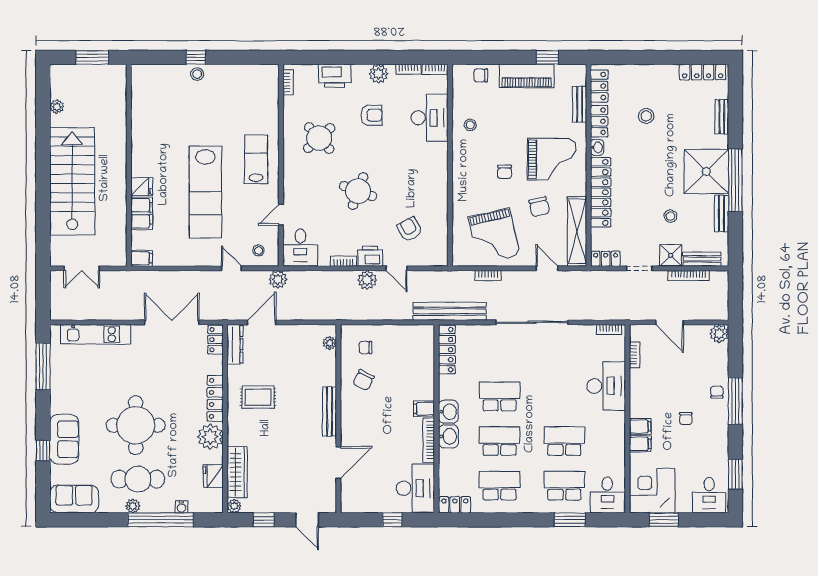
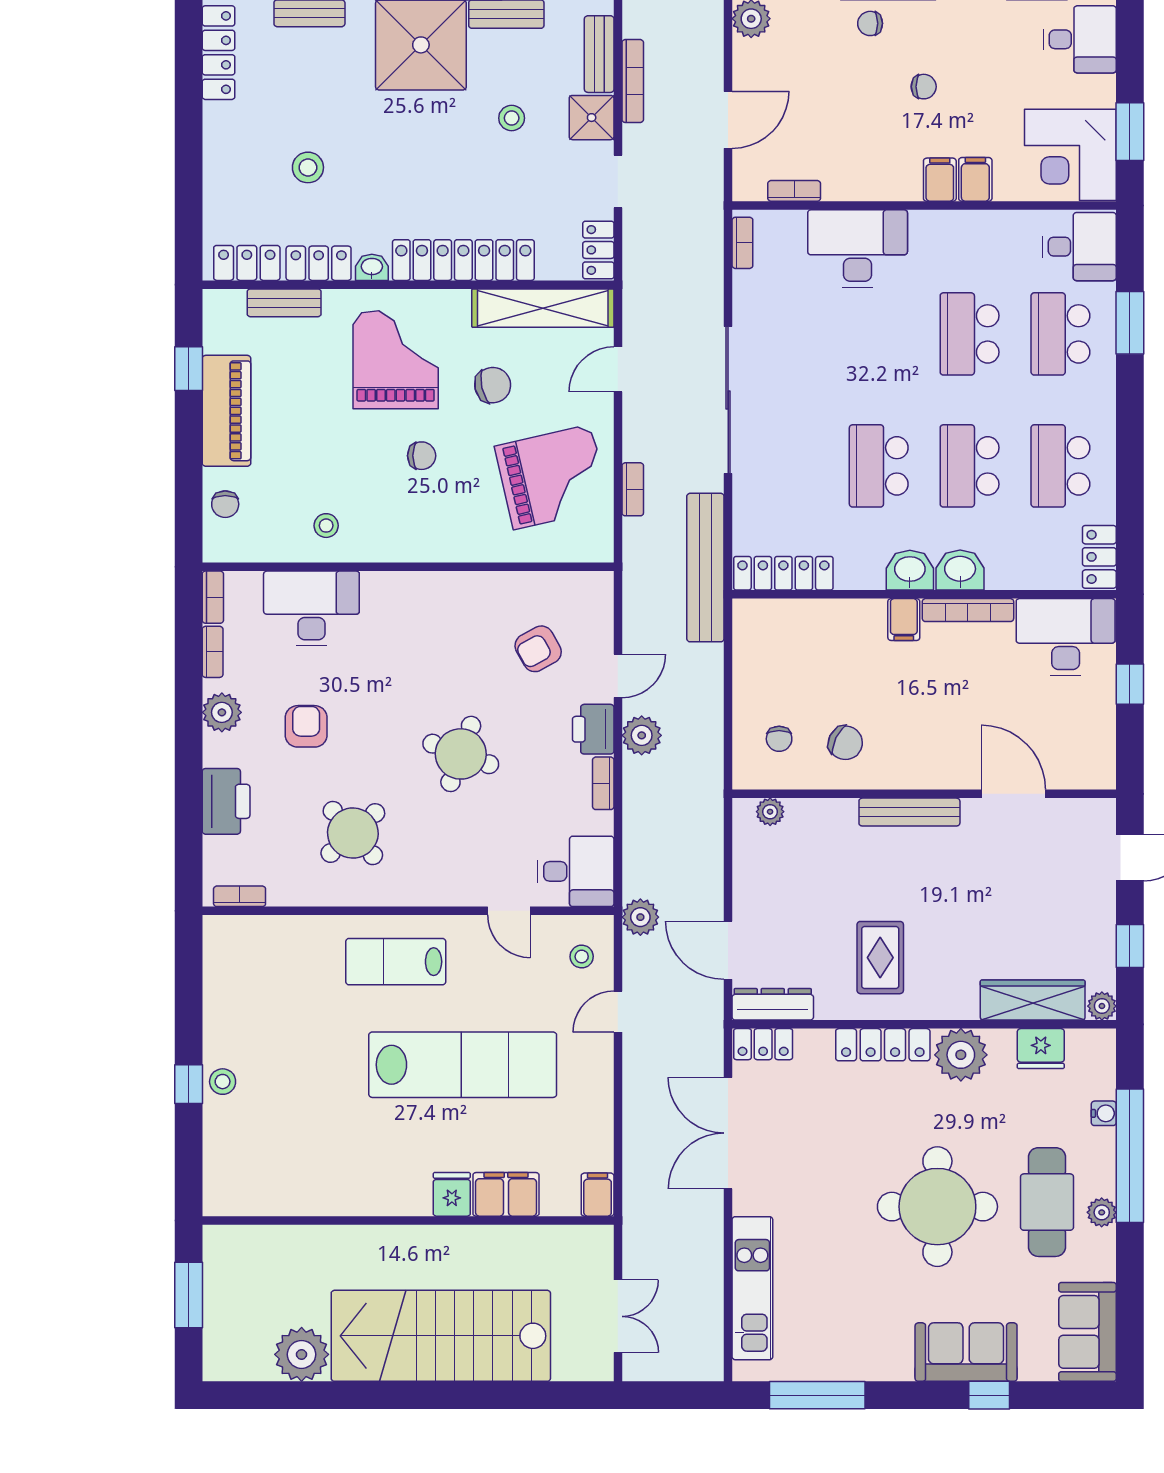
plant: (57, 107) -> (302, 1354), width x1.88, depth x1.88

